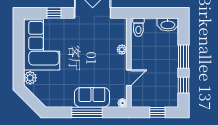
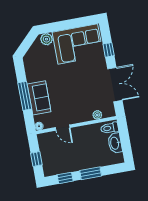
washbasin: (168, 25) -> (115, 143), moved
plant: (122, 50) -> (97, 115), moved

